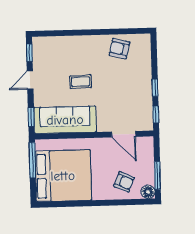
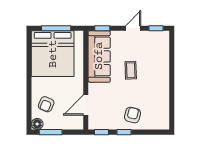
armchair: (119, 49) -> (132, 115), moved
door: (30, 80) -> (133, 28), hinge flipped
window: (32, 160) -> (56, 28), moved

